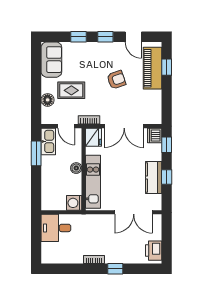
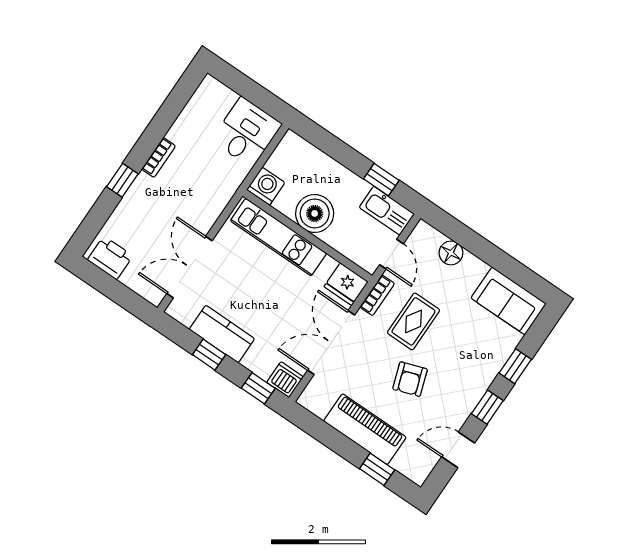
piano: (152, 68) -> (365, 429), moved
rug: (71, 90) -> (413, 321), moved
door: (66, 126) -> (391, 254), swing flipped
window: (36, 153) -> (381, 180), width x0.67
boiler: (76, 168) -> (315, 213), width x1.86, depth x1.86

